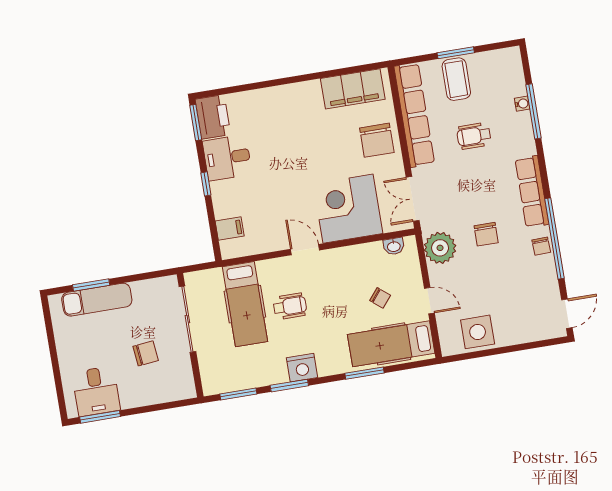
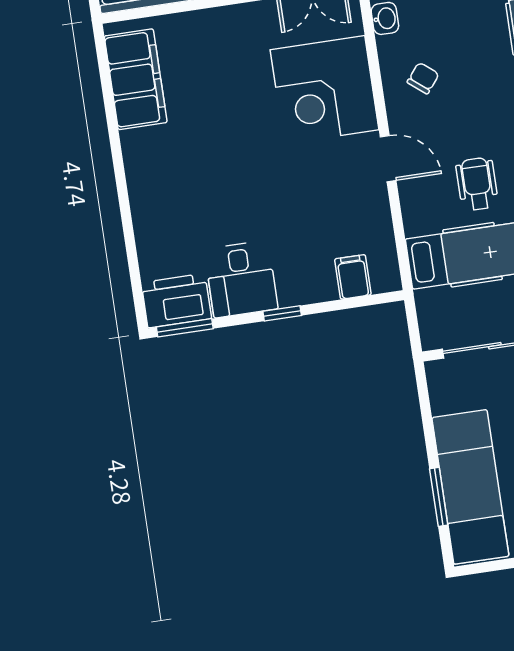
chair: (377, 140) -> (217, 43), removed
door: (305, 250) -> (388, 159), swing flipped
chair: (380, 298) -> (423, 78), moved
exam couch: (97, 300) -> (470, 487), width x1.36, depth x1.45

